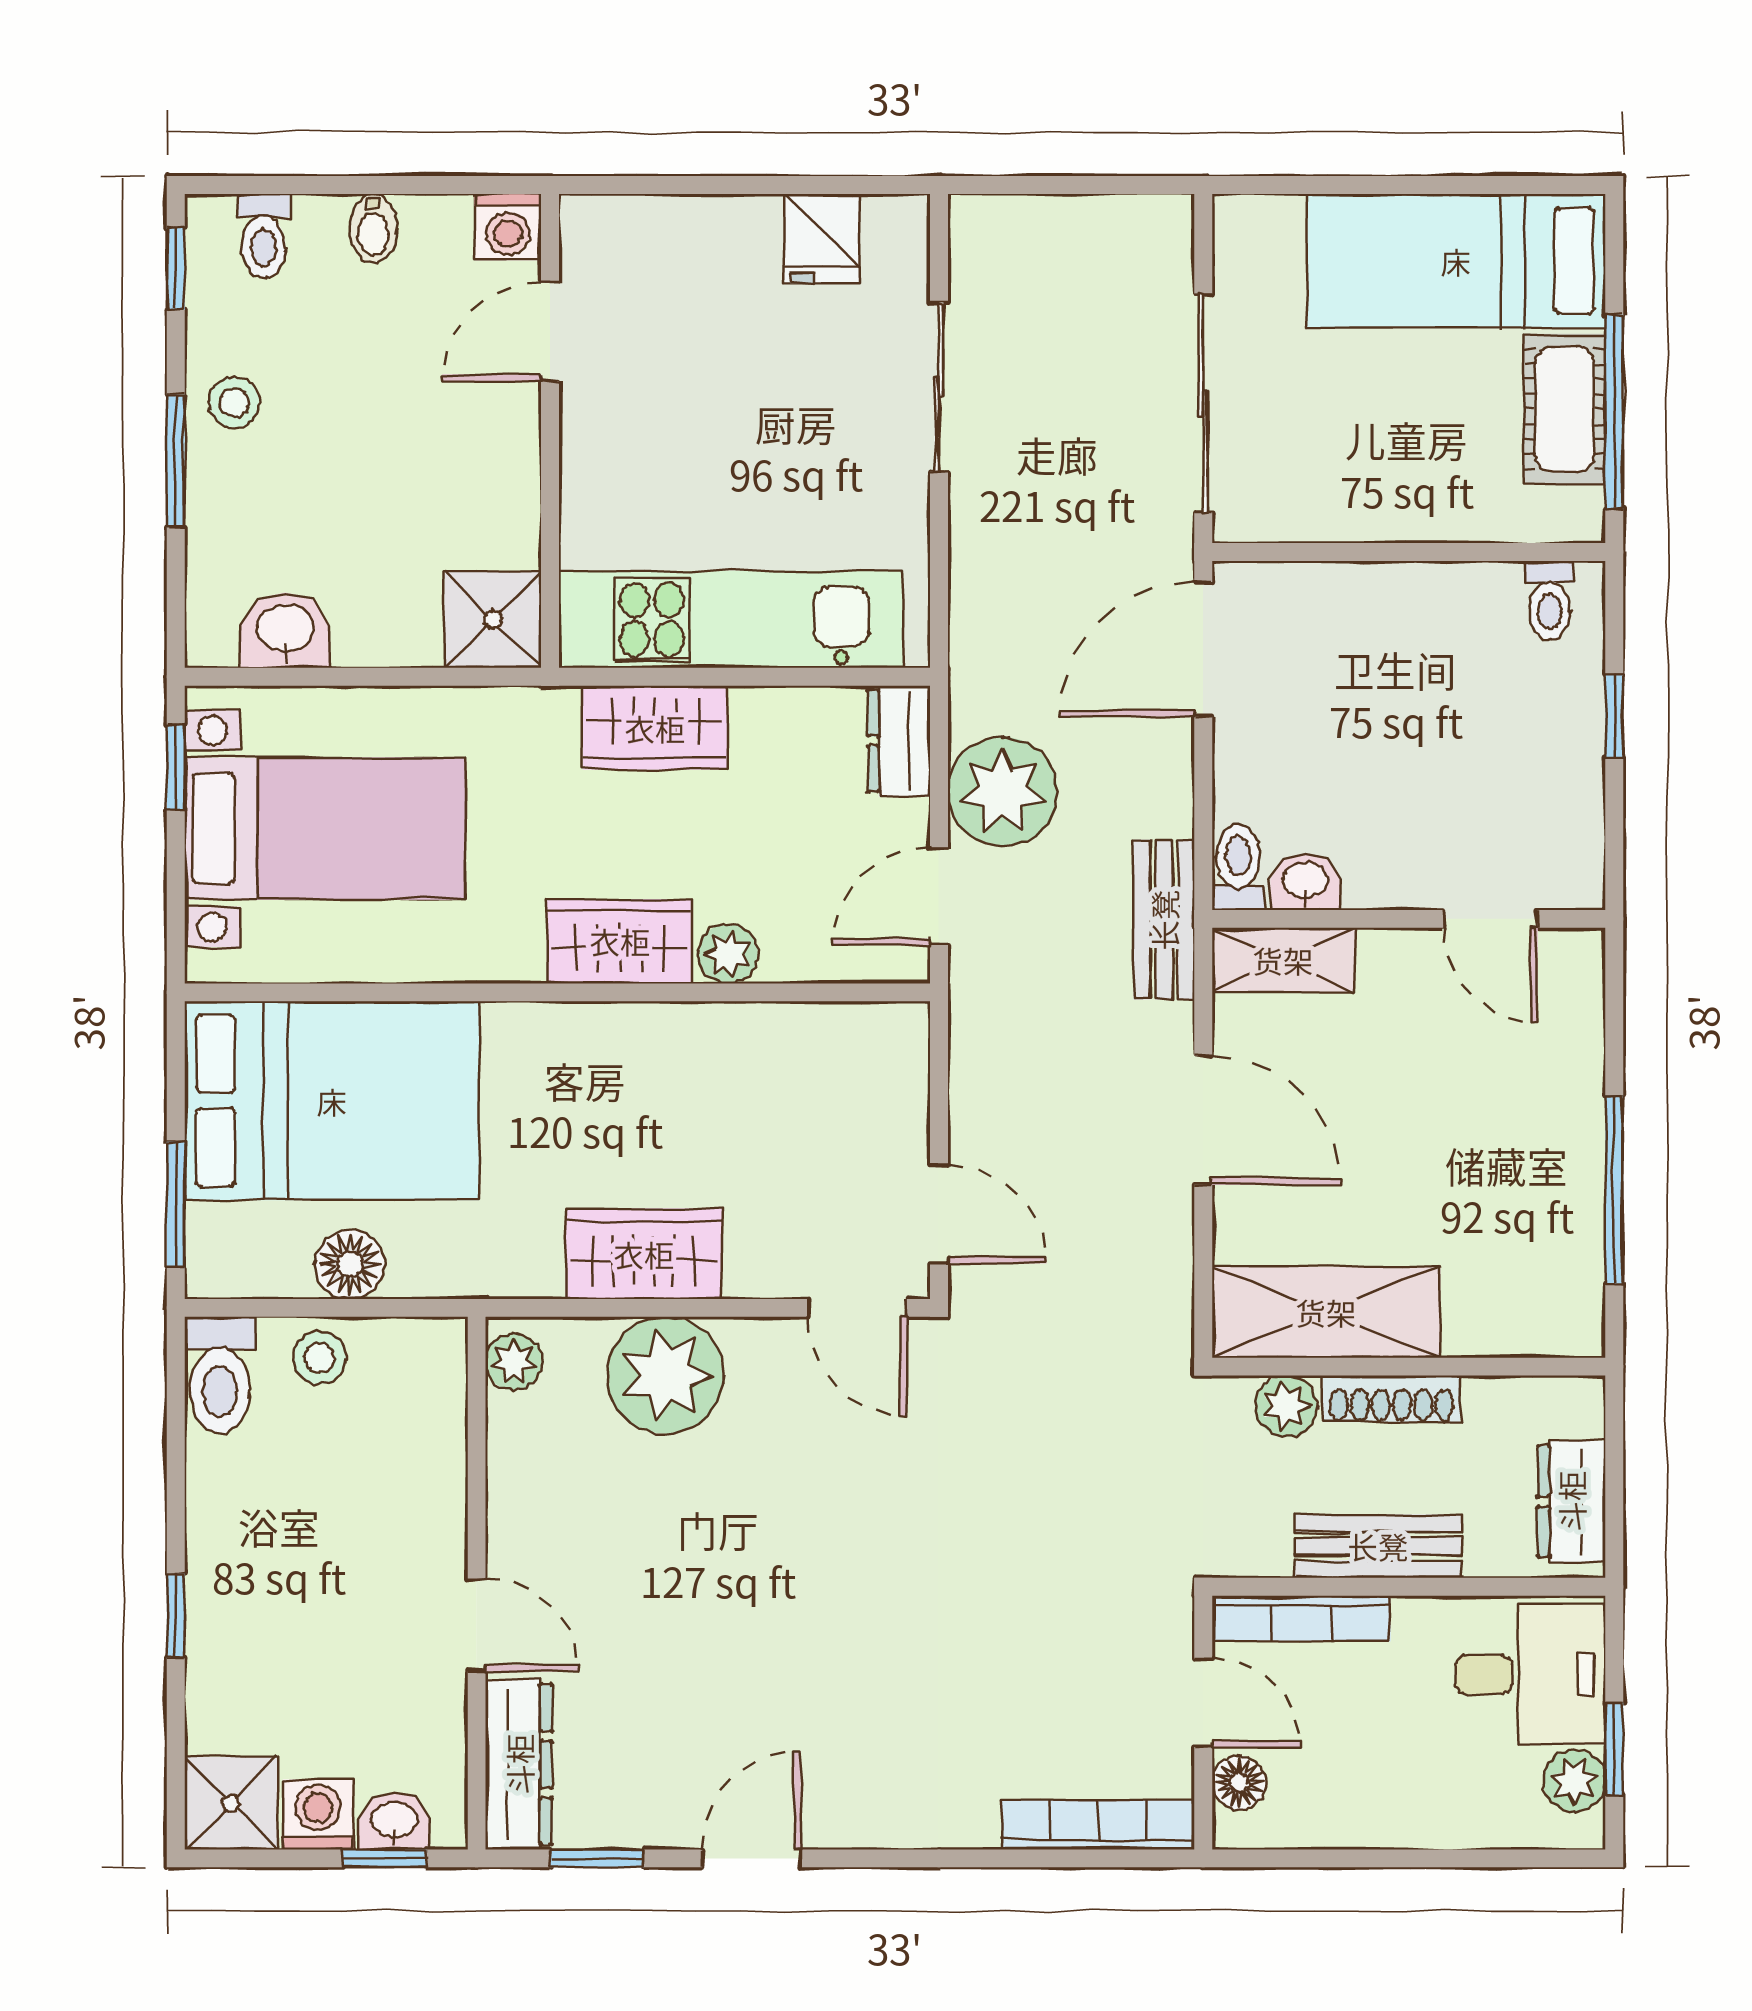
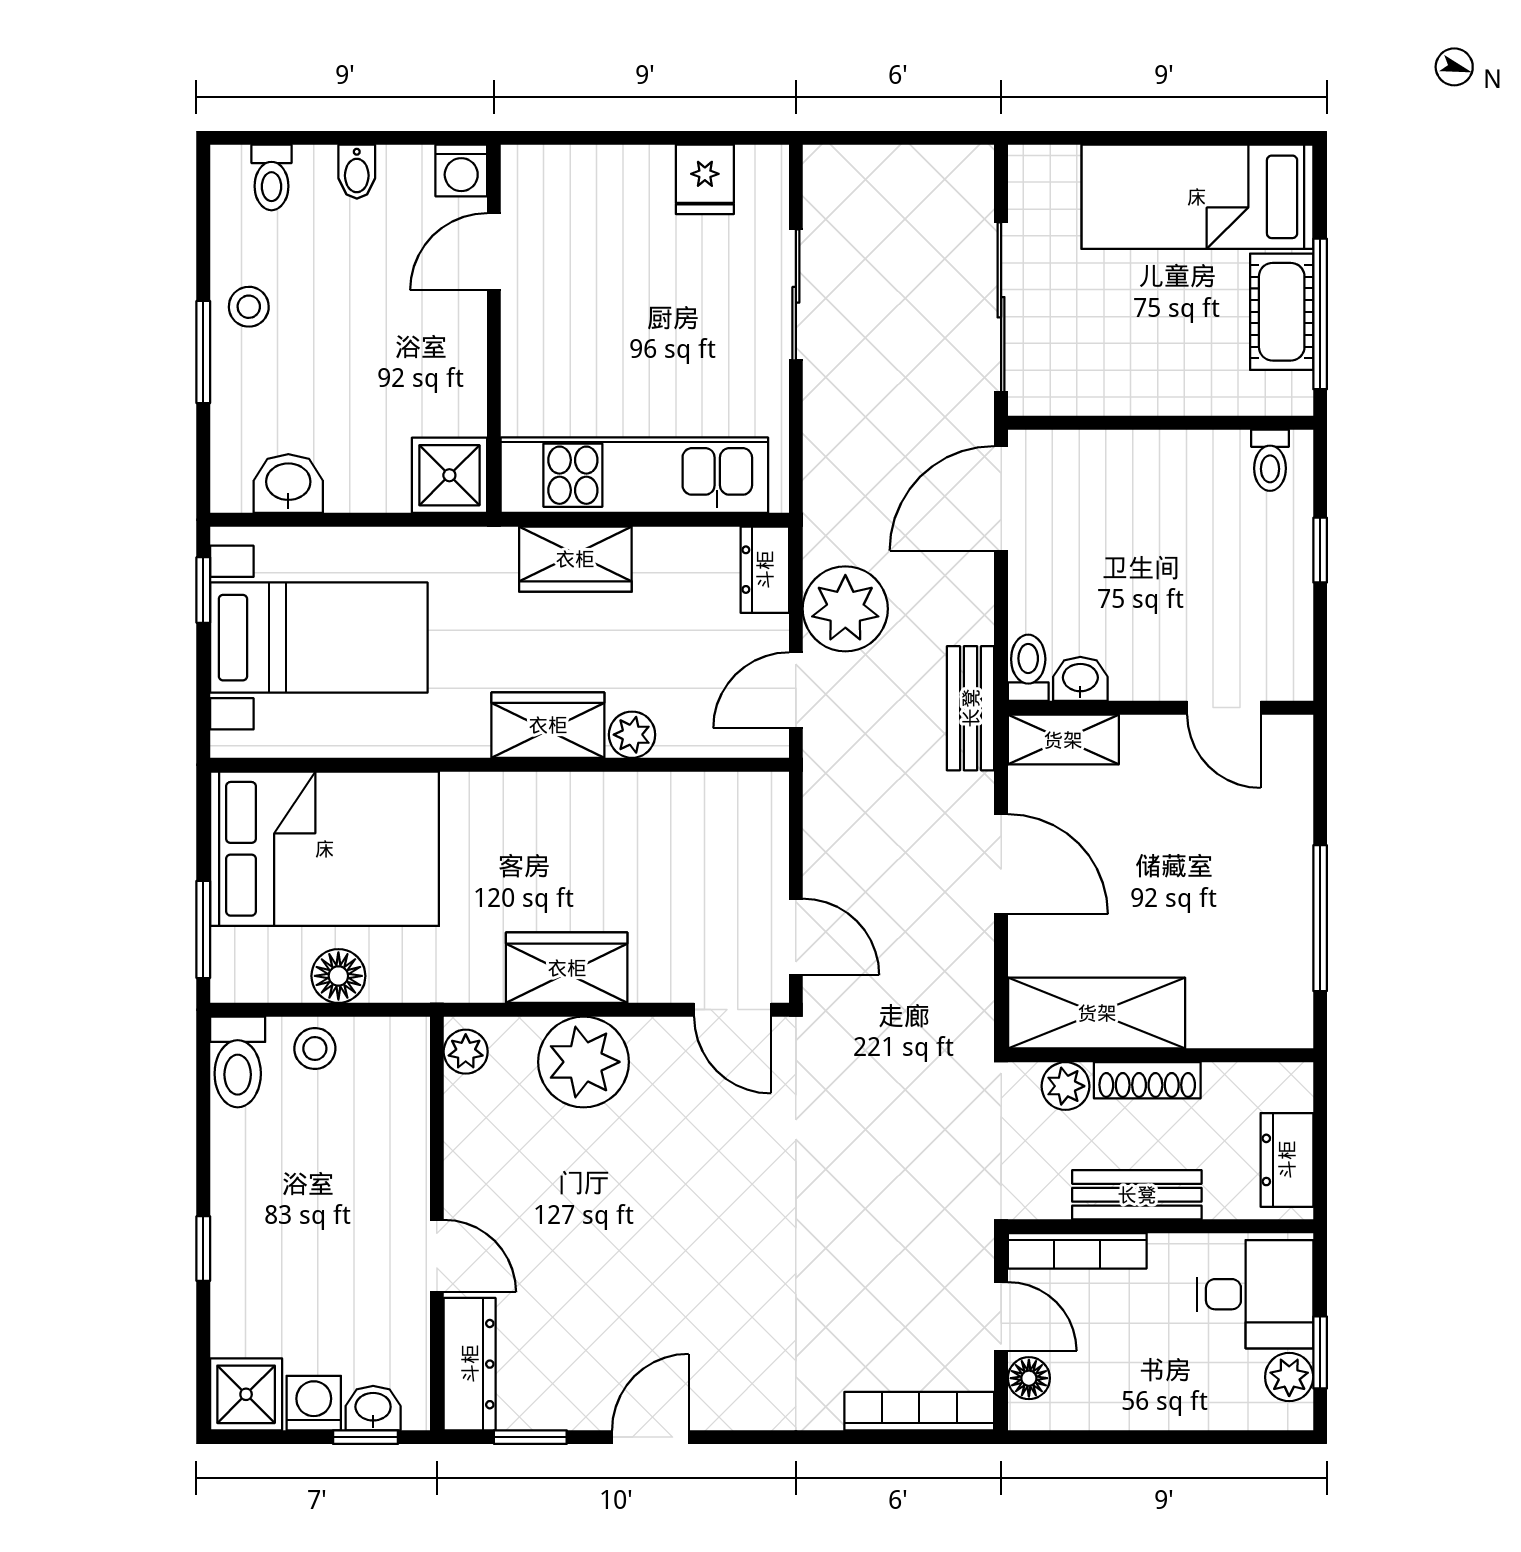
window: (176, 269) -> (203, 203), removed

